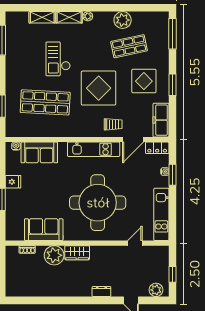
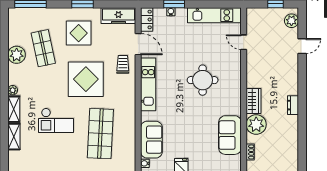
round table: (98, 203) -> (203, 80), width x0.54, depth x0.54
dresser: (101, 292) -> (293, 105), moved

